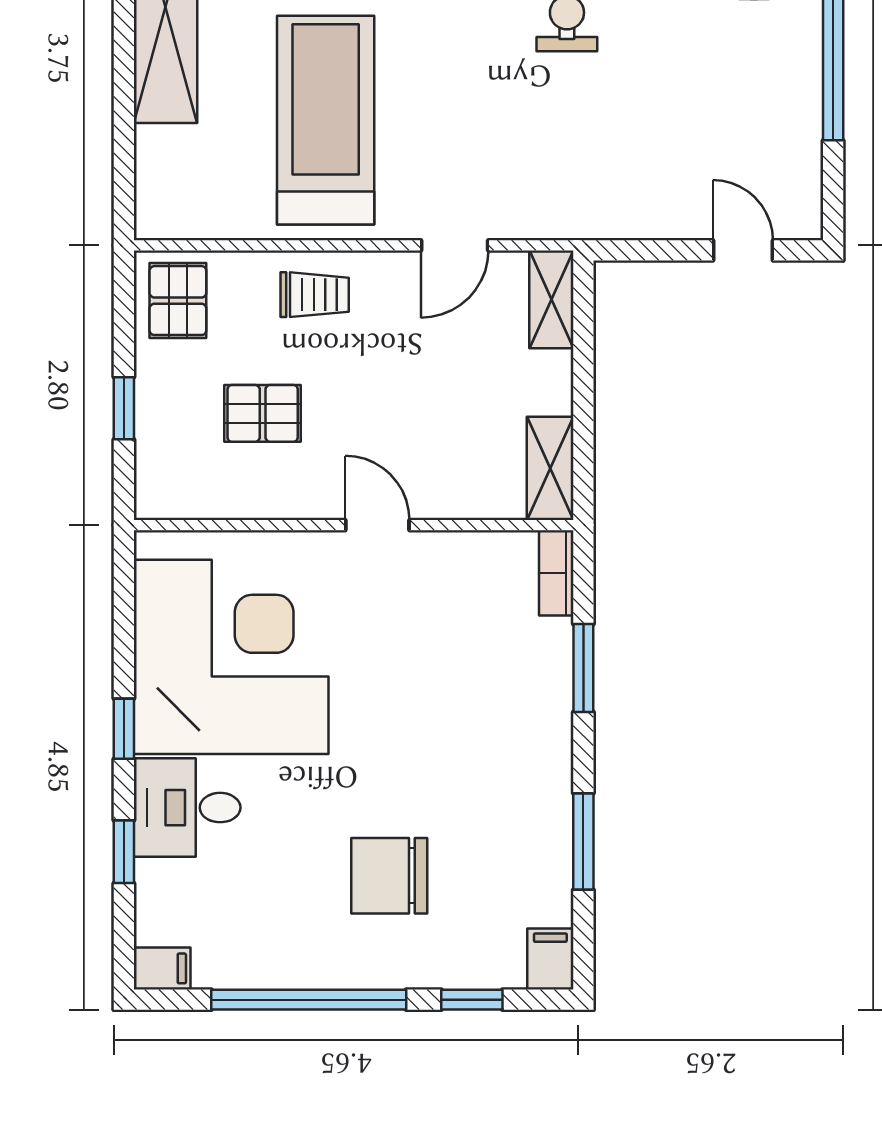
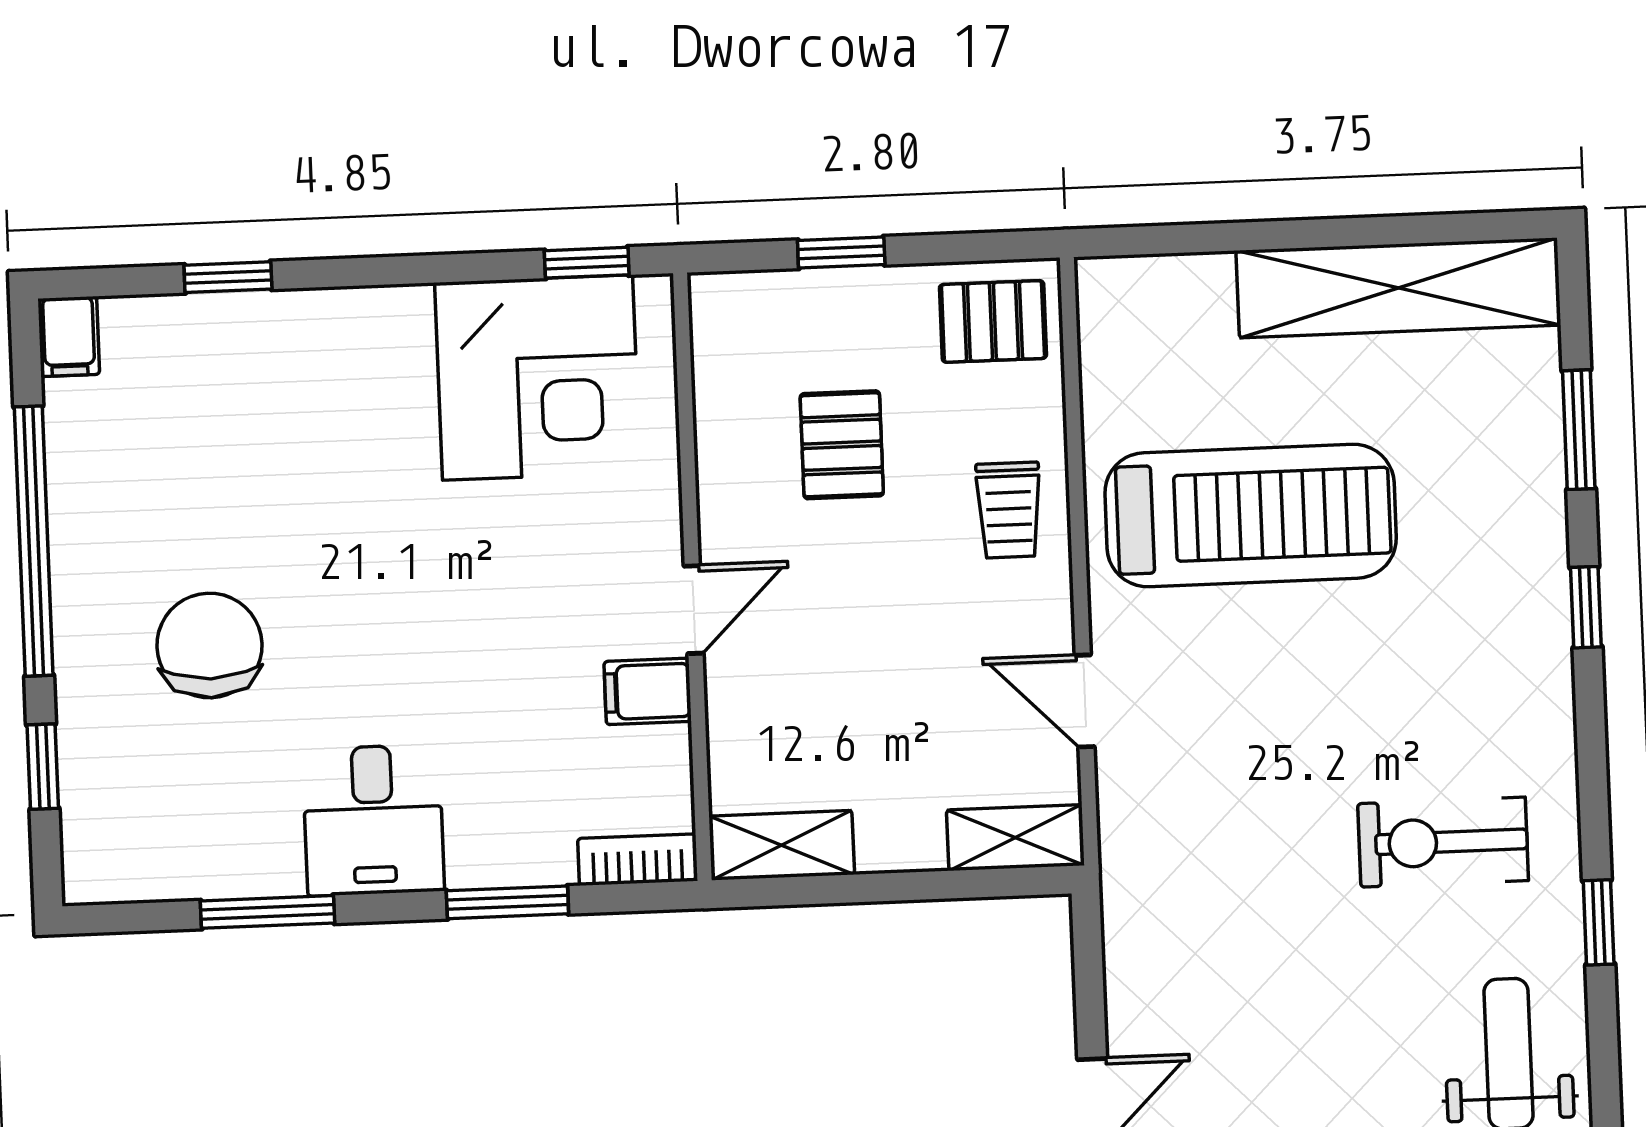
corner desk: (231, 657) -> (538, 378), width x0.74, depth x0.74
window: (124, 729) -> (587, 263), moved
desk: (187, 808) -> (373, 820), moved, turned 180
filing cabinet: (550, 959) -> (648, 691), moved, turned 180

